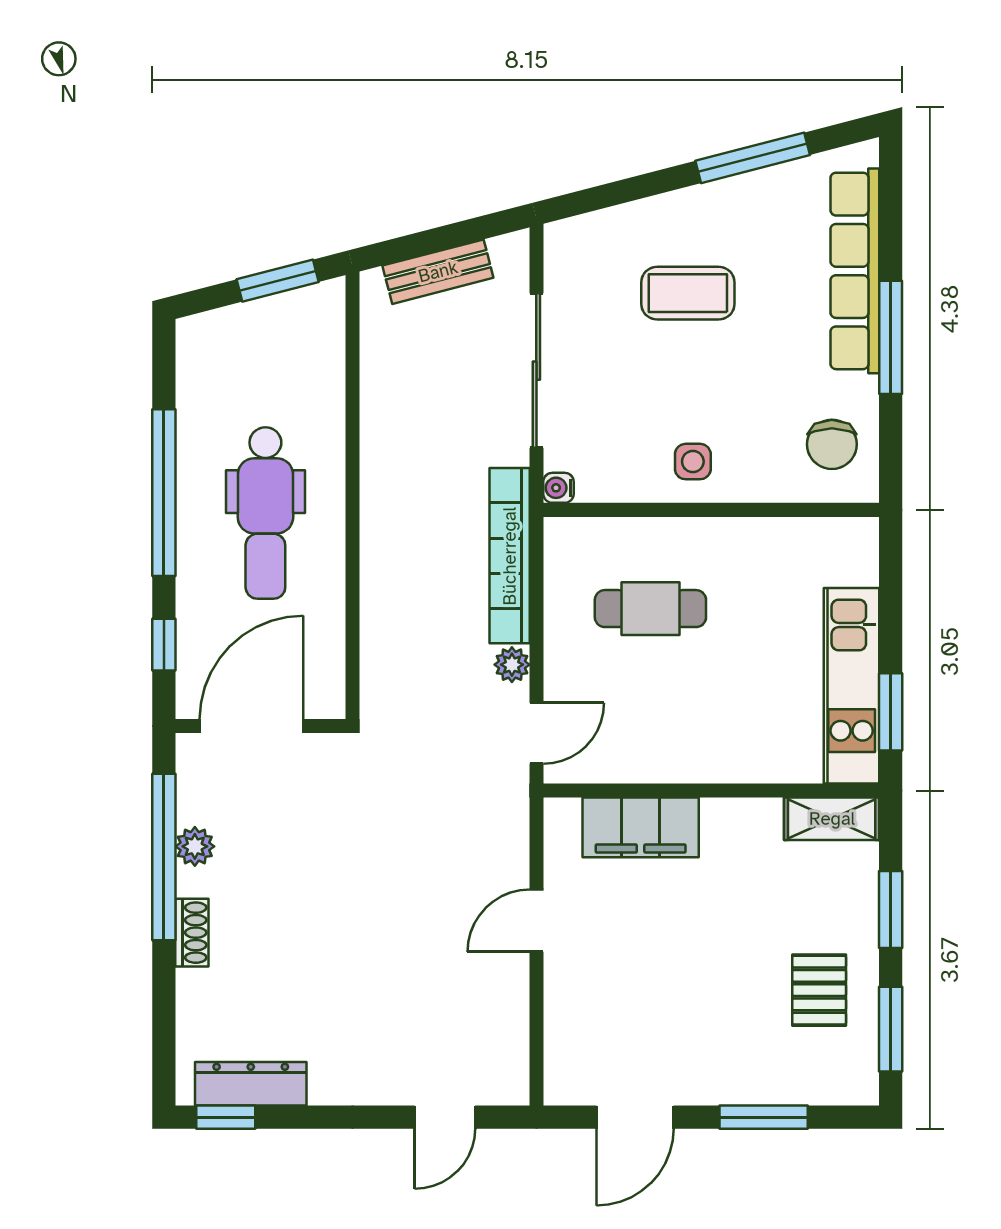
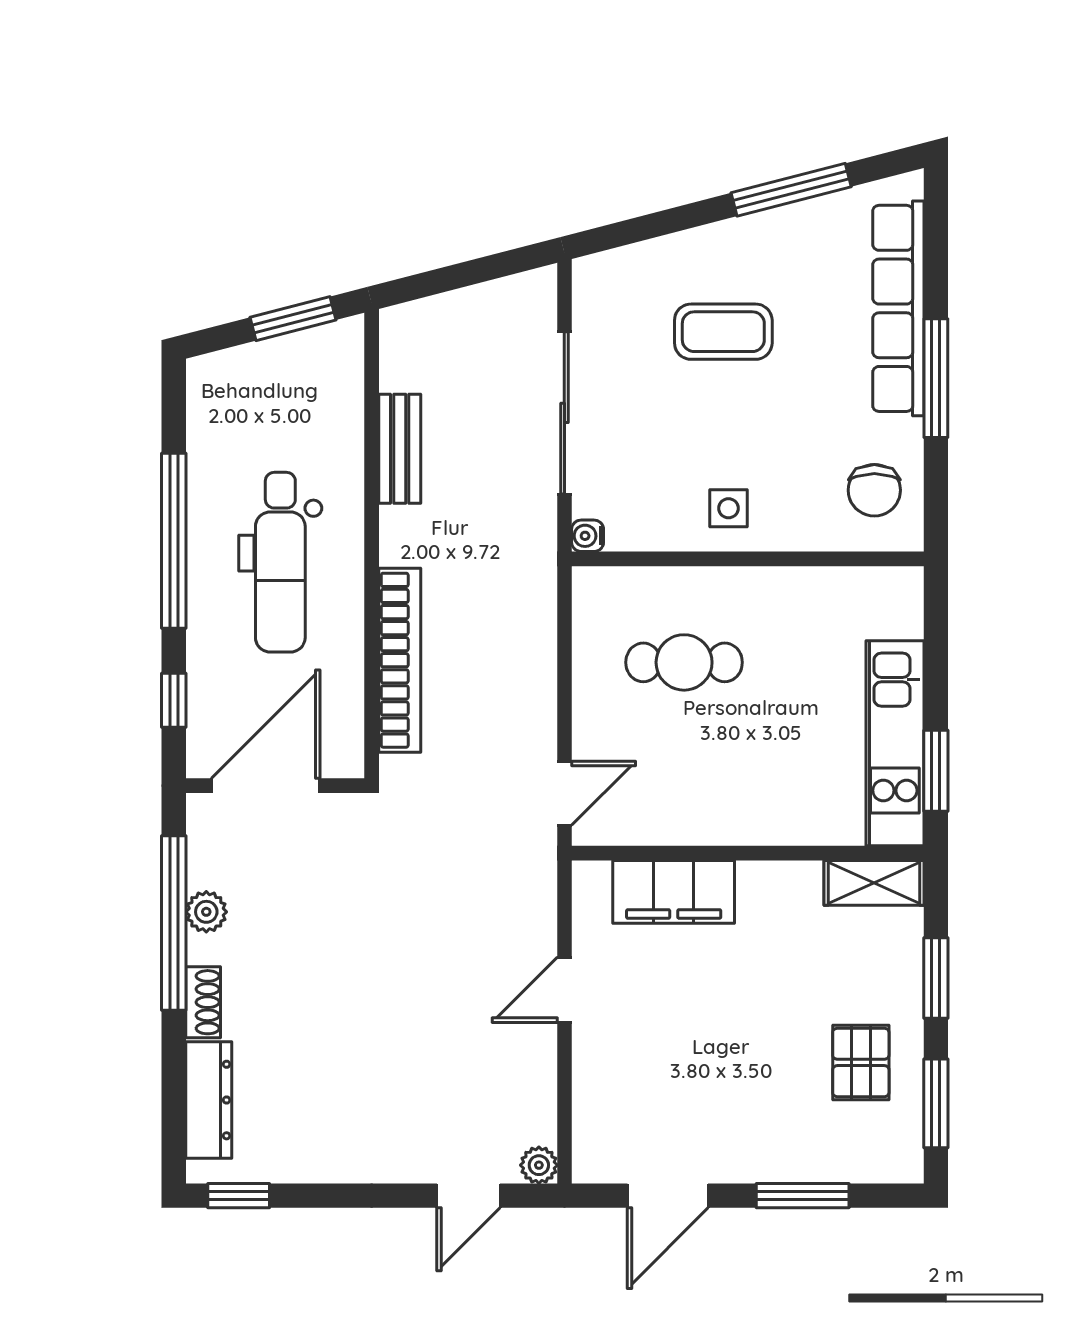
bench: (438, 272) -> (400, 449), moved, turned -75
bookcase: (510, 556) -> (400, 660), moved, turned 180
plant: (512, 665) -> (539, 1165), moved
dresser: (251, 1084) -> (209, 1100), moved, turned 90

